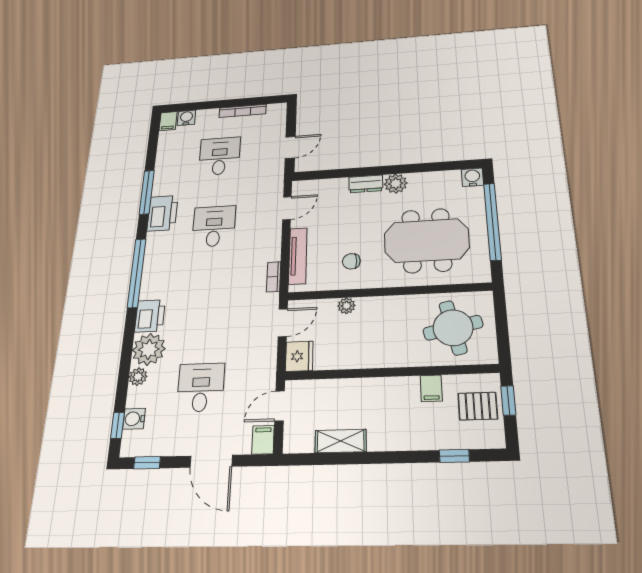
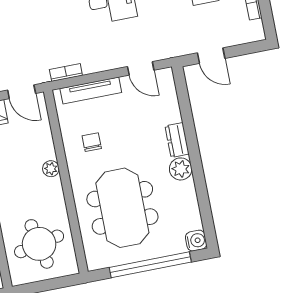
plant: (346, 306) -> (51, 169), moved

